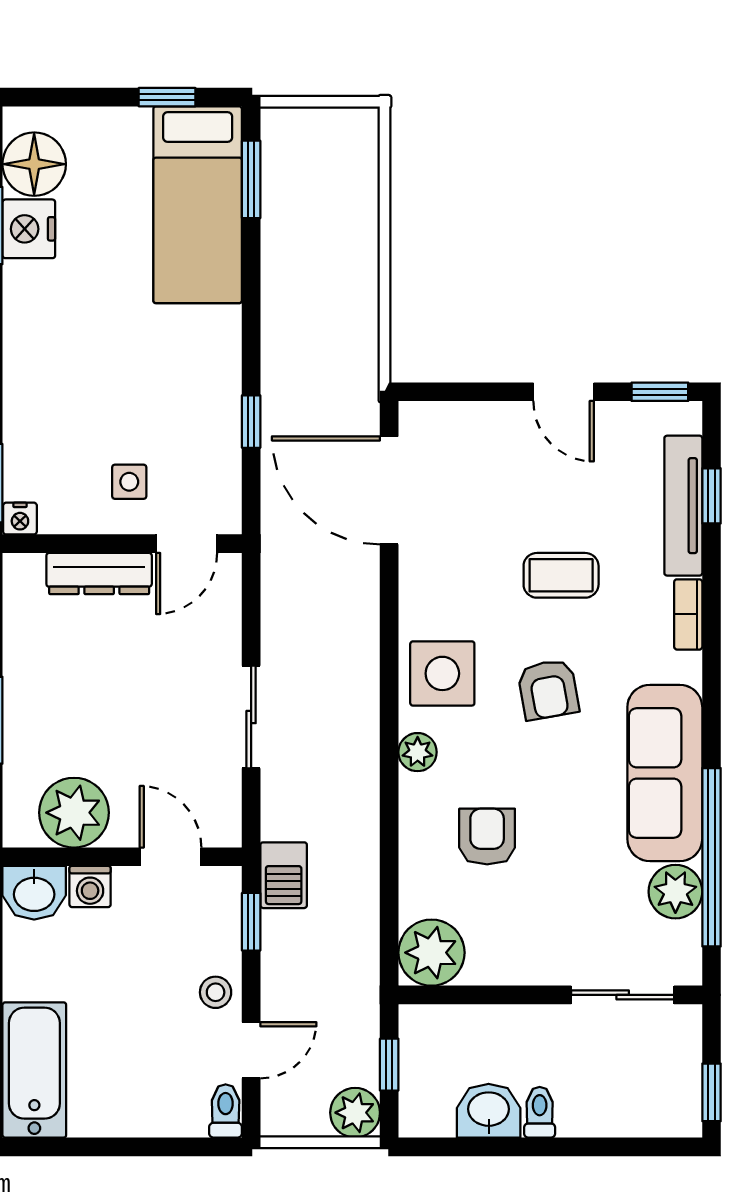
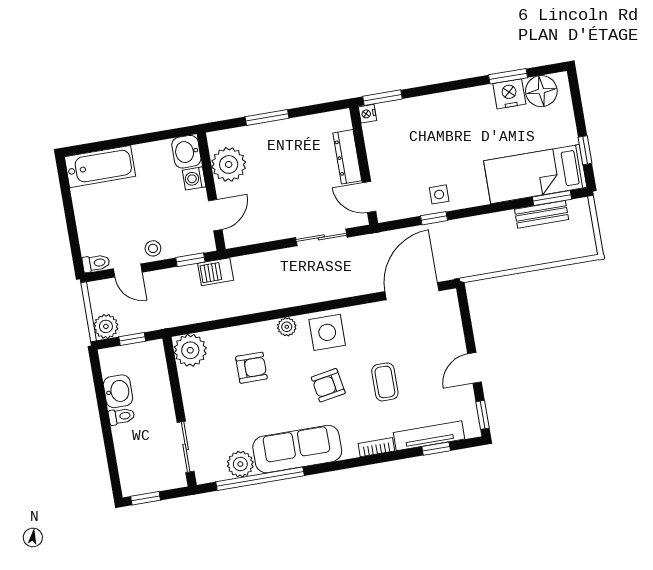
bench: (280, 206) -> (542, 214), added
side table: (129, 482) -> (439, 194), moved
sliding door: (251, 717) -> (321, 237), moved

